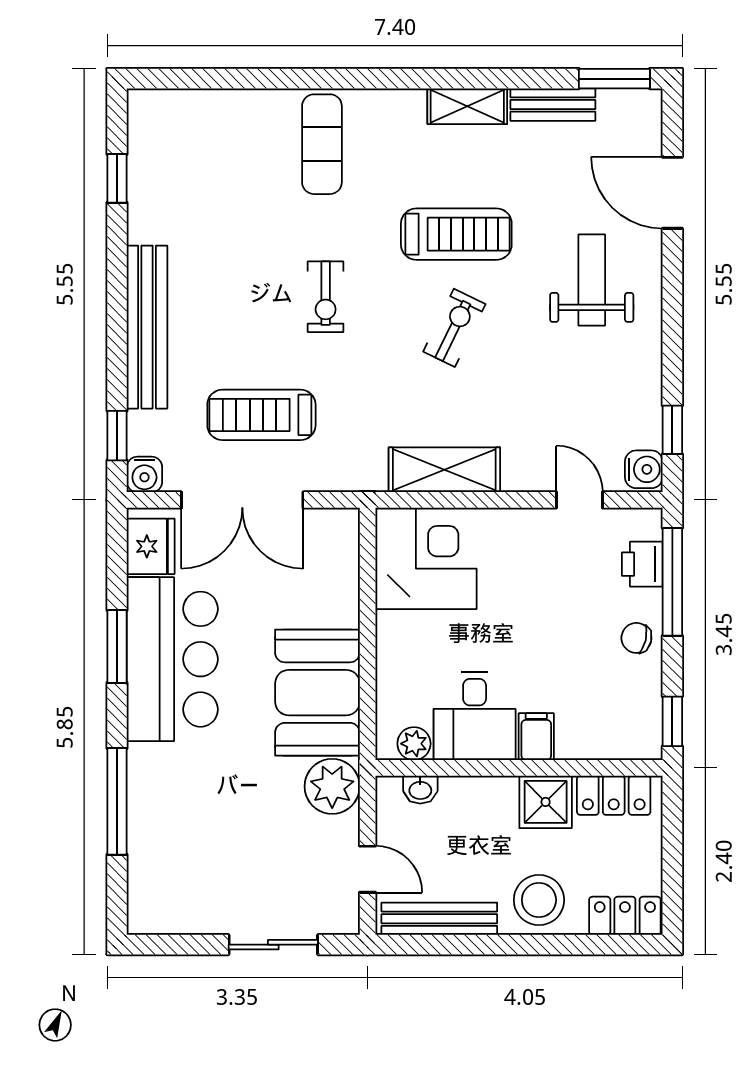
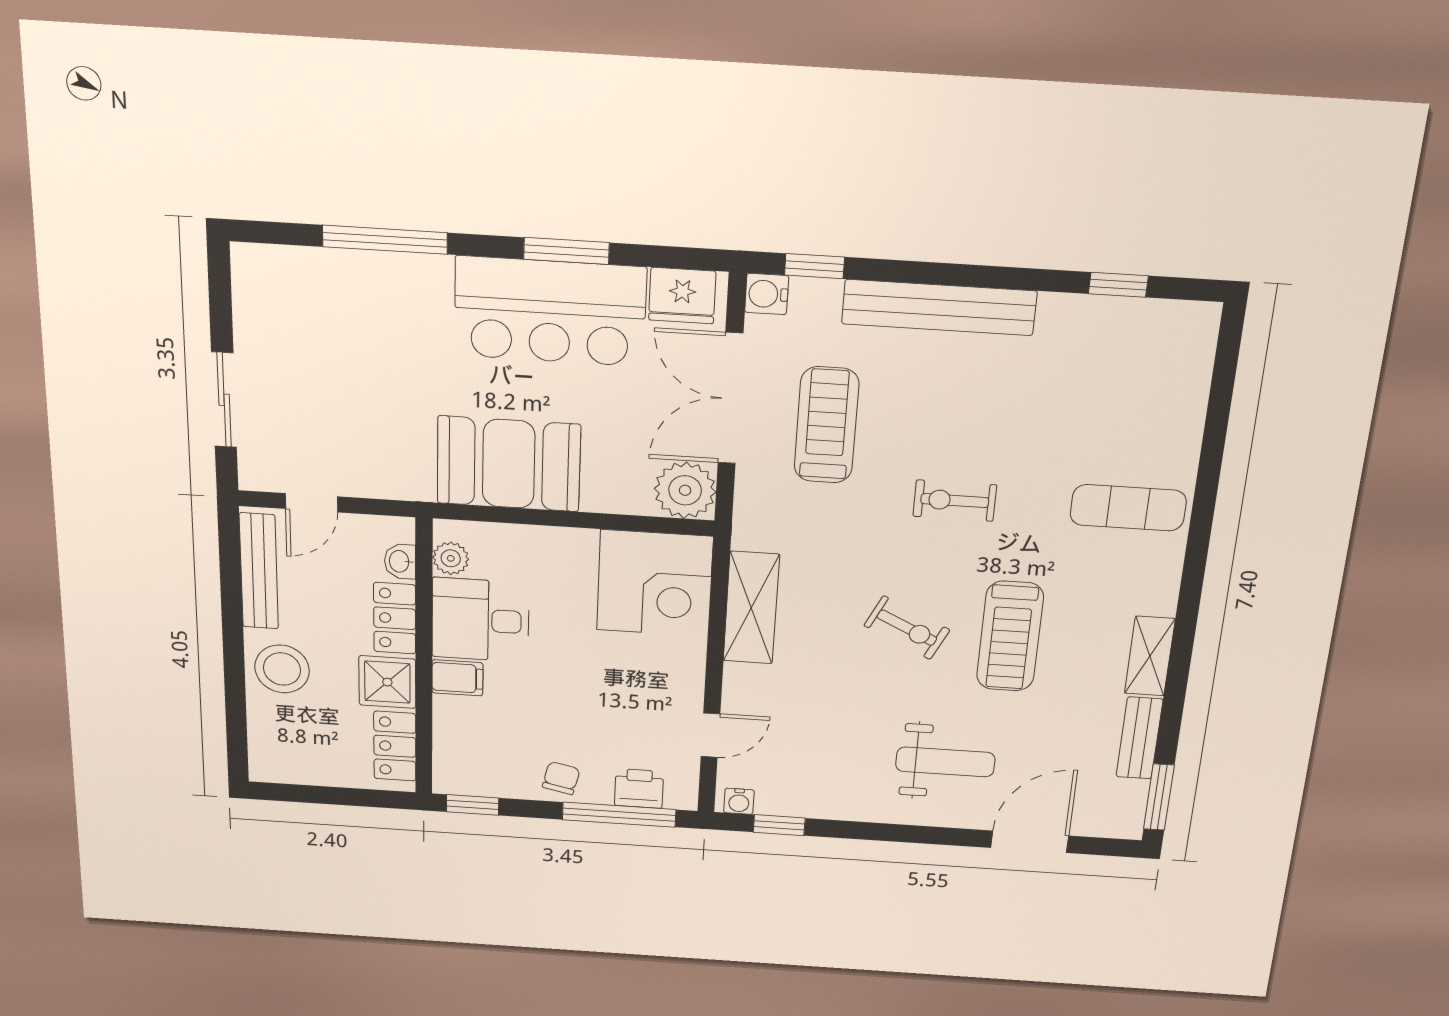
water cooler: (644, 469) -> (739, 801), width x0.72, depth x0.72
plant: (332, 786) -> (685, 490), moved
locker: (625, 916) -> (395, 618), moved, turned 180

